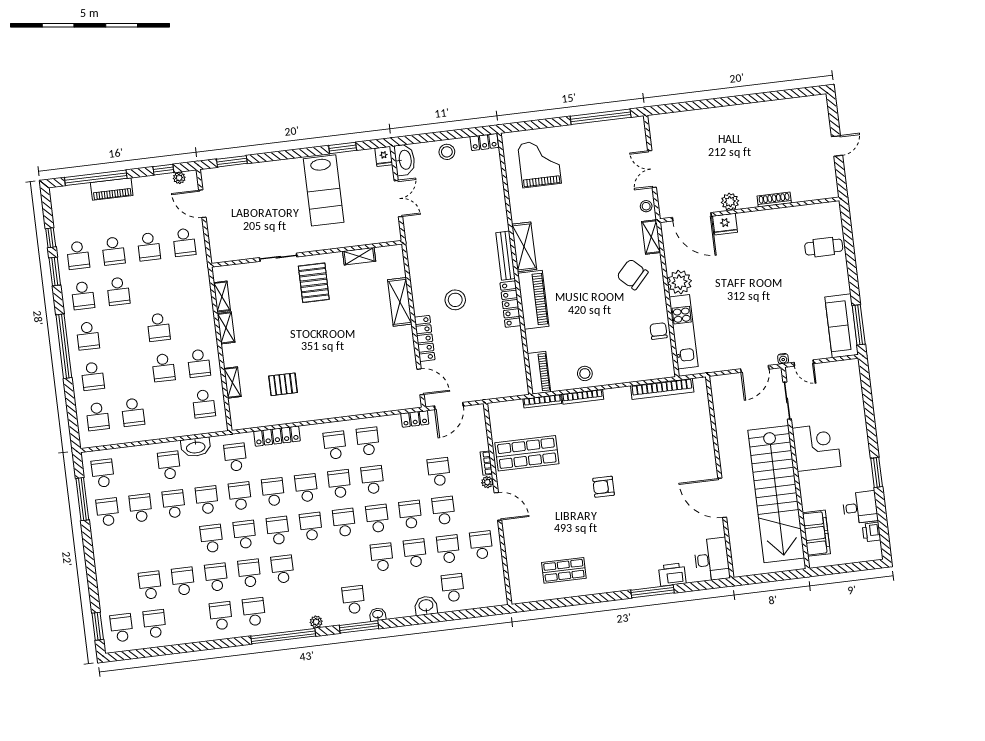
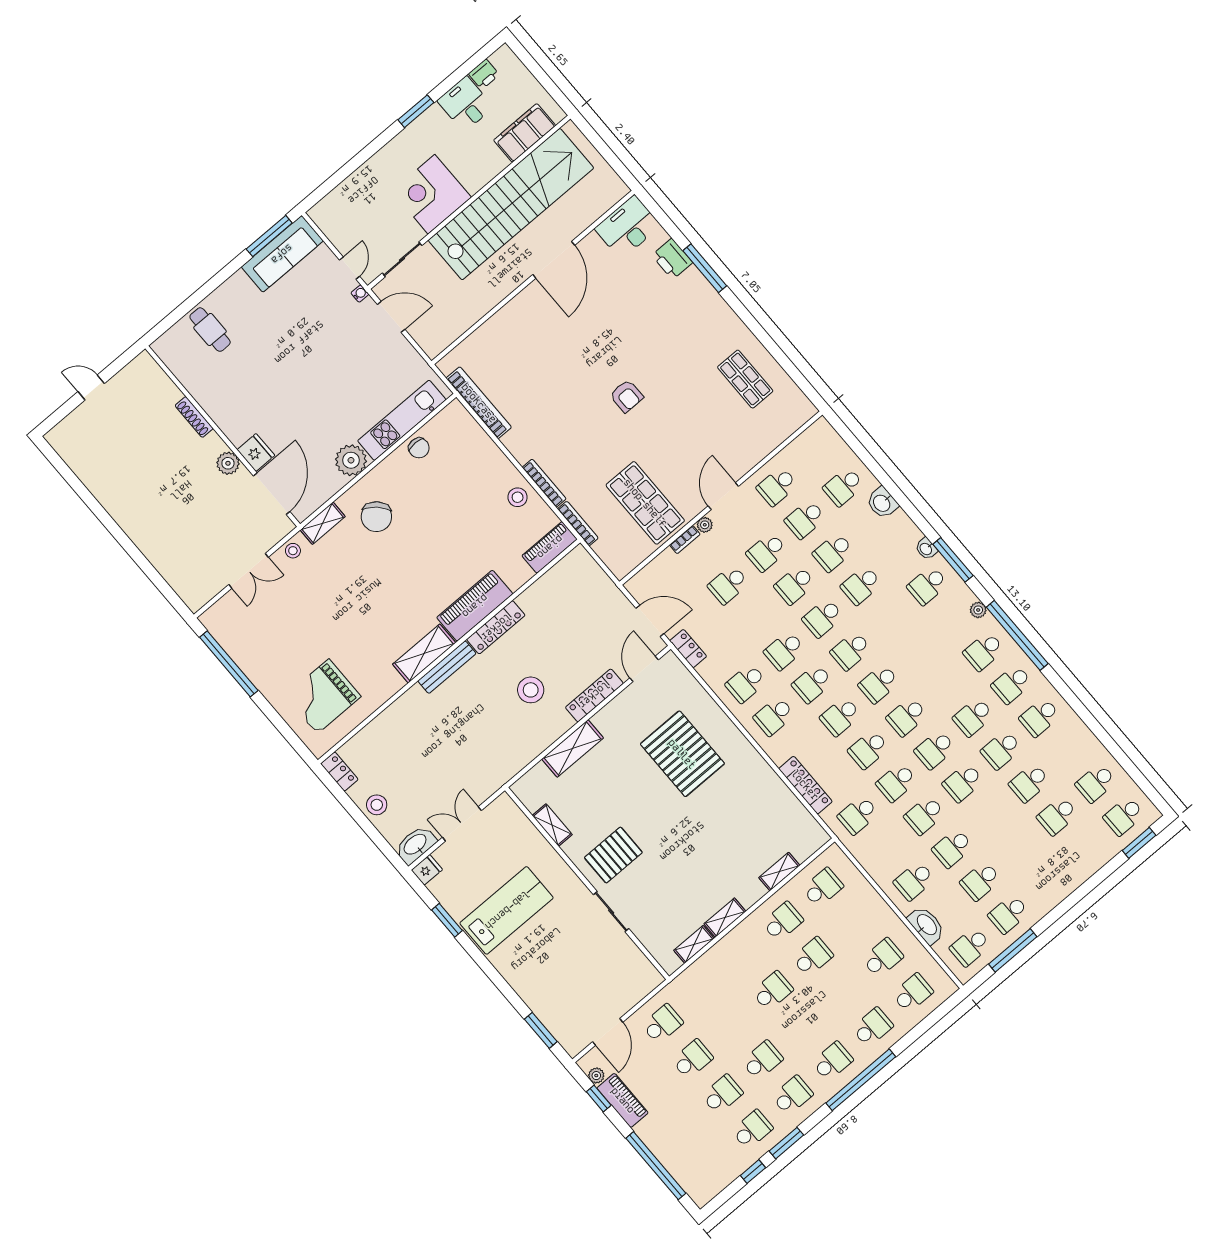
piano: (112, 189) -> (623, 1100), moved
chair: (659, 331) -> (419, 448), turned -90
pallet: (283, 384) -> (682, 754), moved, width x2.05, depth x2.00
washbasin: (196, 447) -> (926, 925), moved
school desk: (283, 569) -> (984, 651), moved

